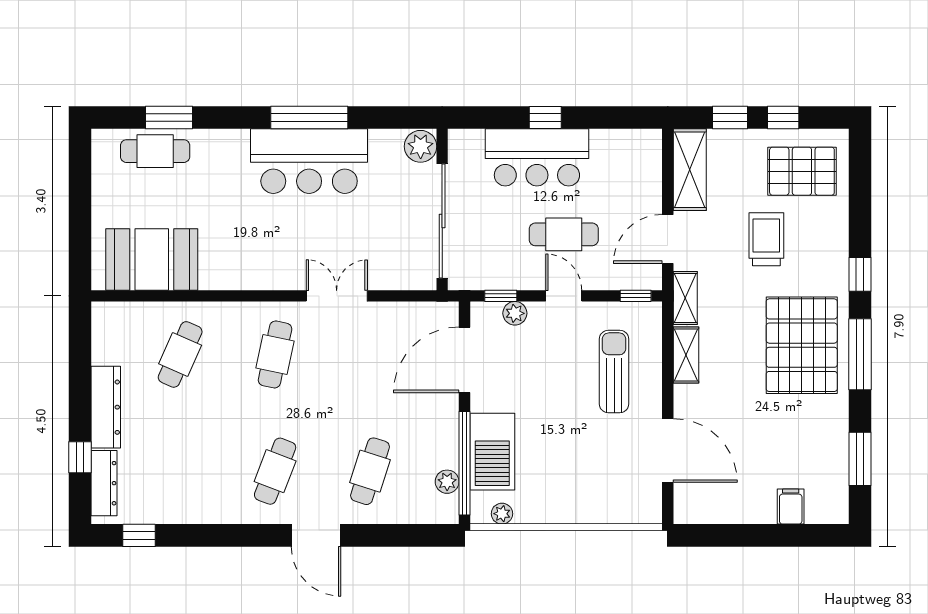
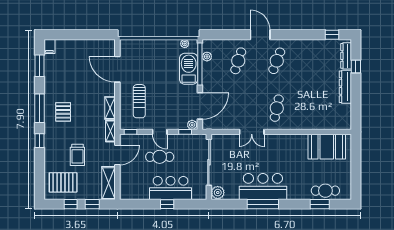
plant: (515, 313) -> (192, 125), moved
pallet: (802, 345) -> (63, 112), width x0.49, depth x0.50
cafe table: (180, 354) -> (315, 108), removed
filing cabinet: (791, 507) -> (49, 46), moved

